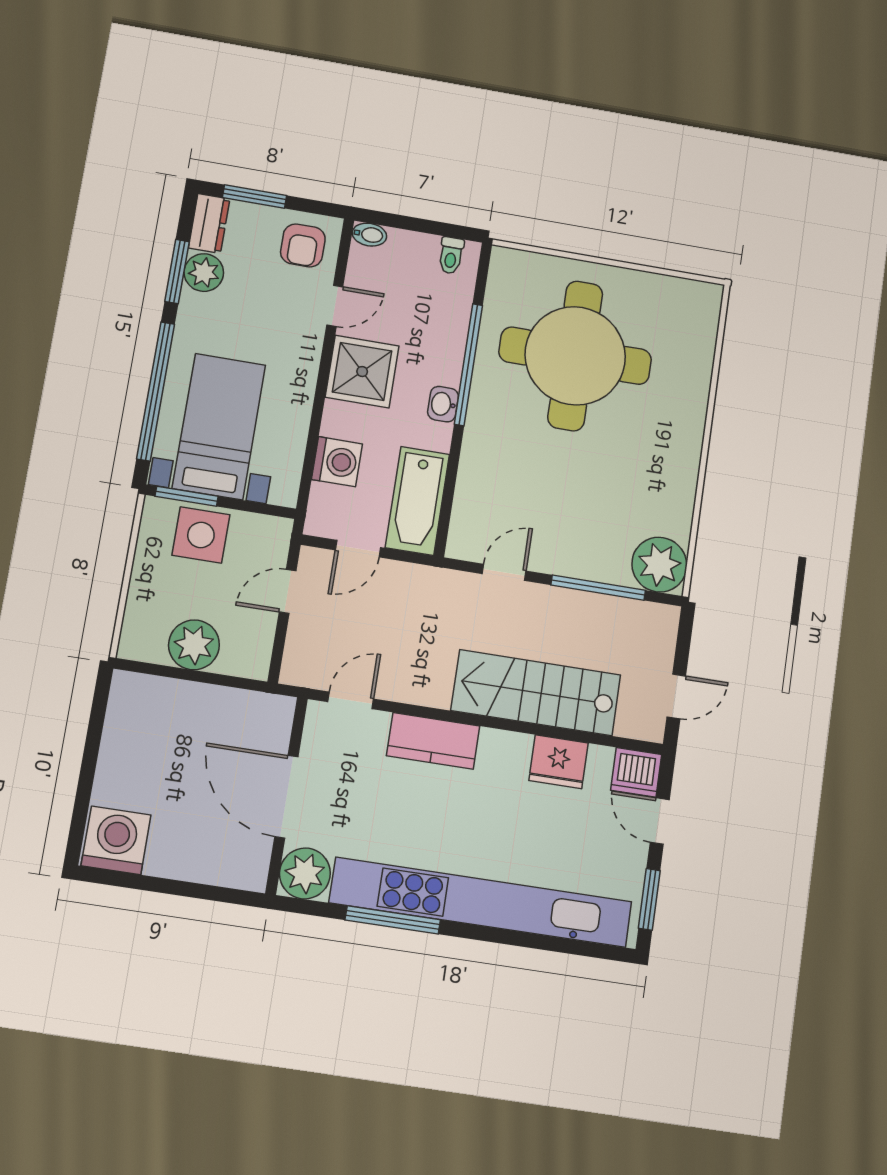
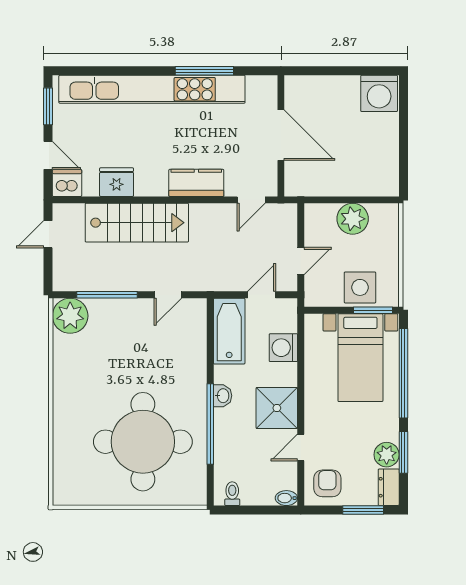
plant: (305, 873) -> (262, 91), removed

